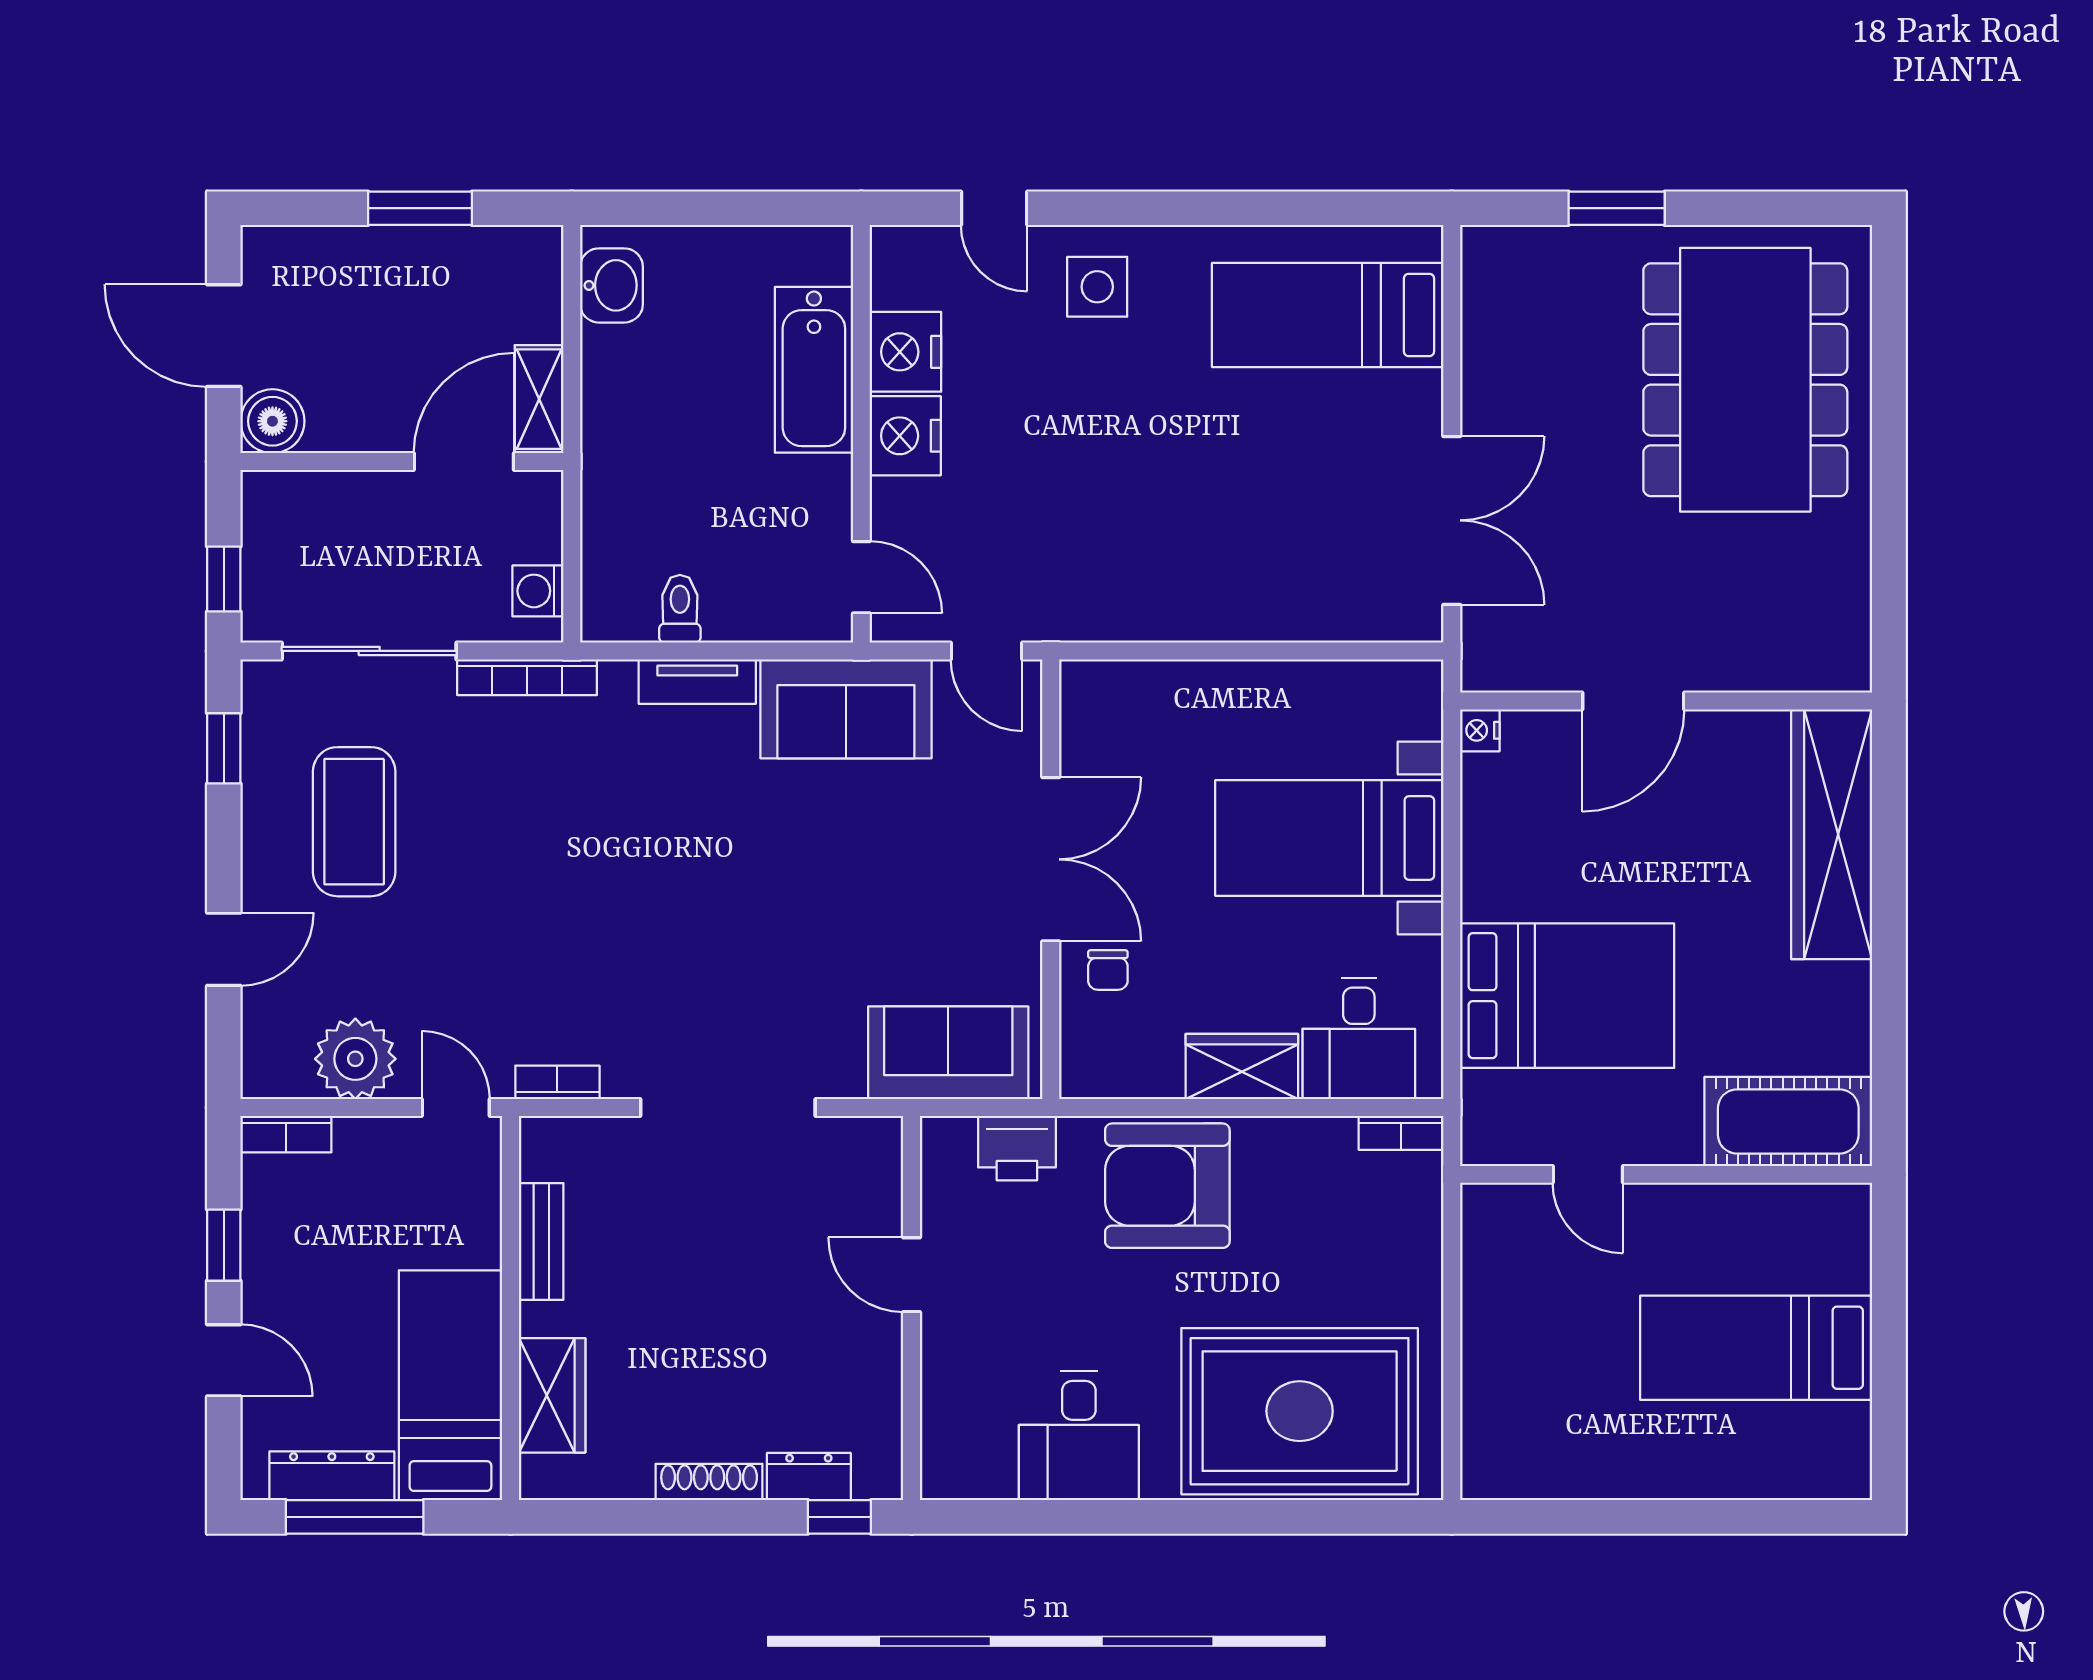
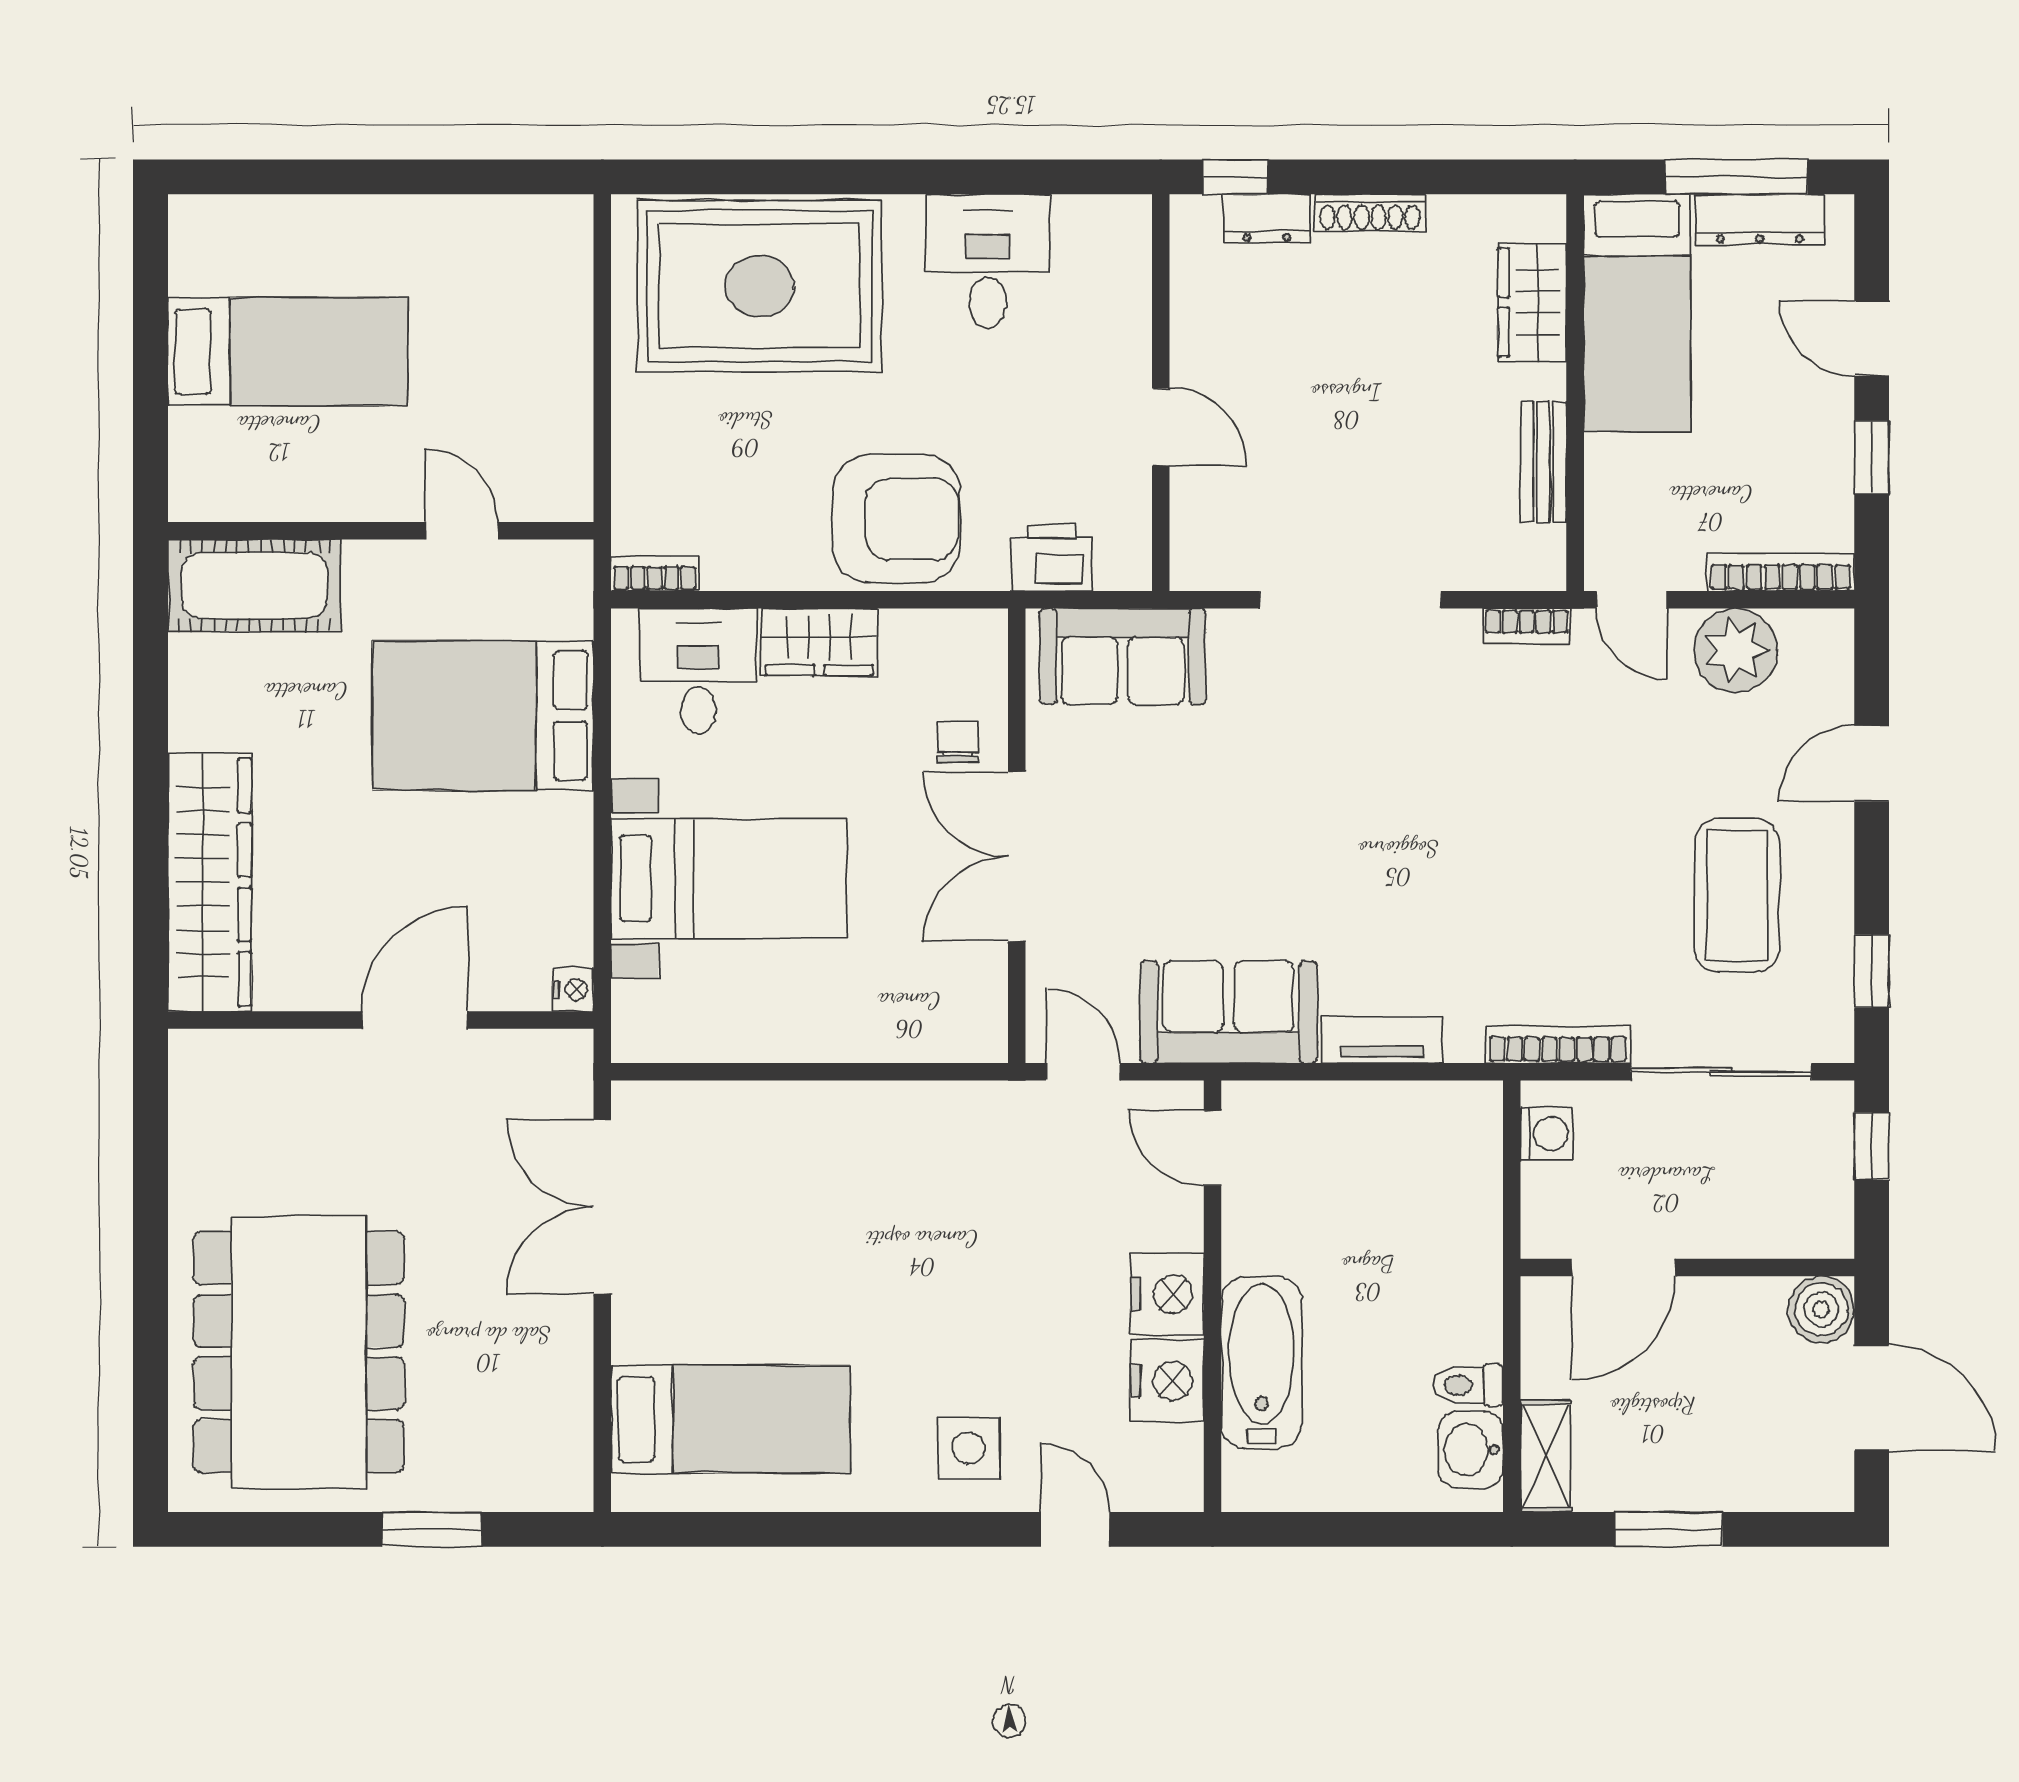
shelving: (539, 399) -> (1546, 1456), moved
toilet: (680, 609) -> (1468, 1385), moved, turned 90
bookcase: (286, 1134) -> (1781, 572), width x1.56

